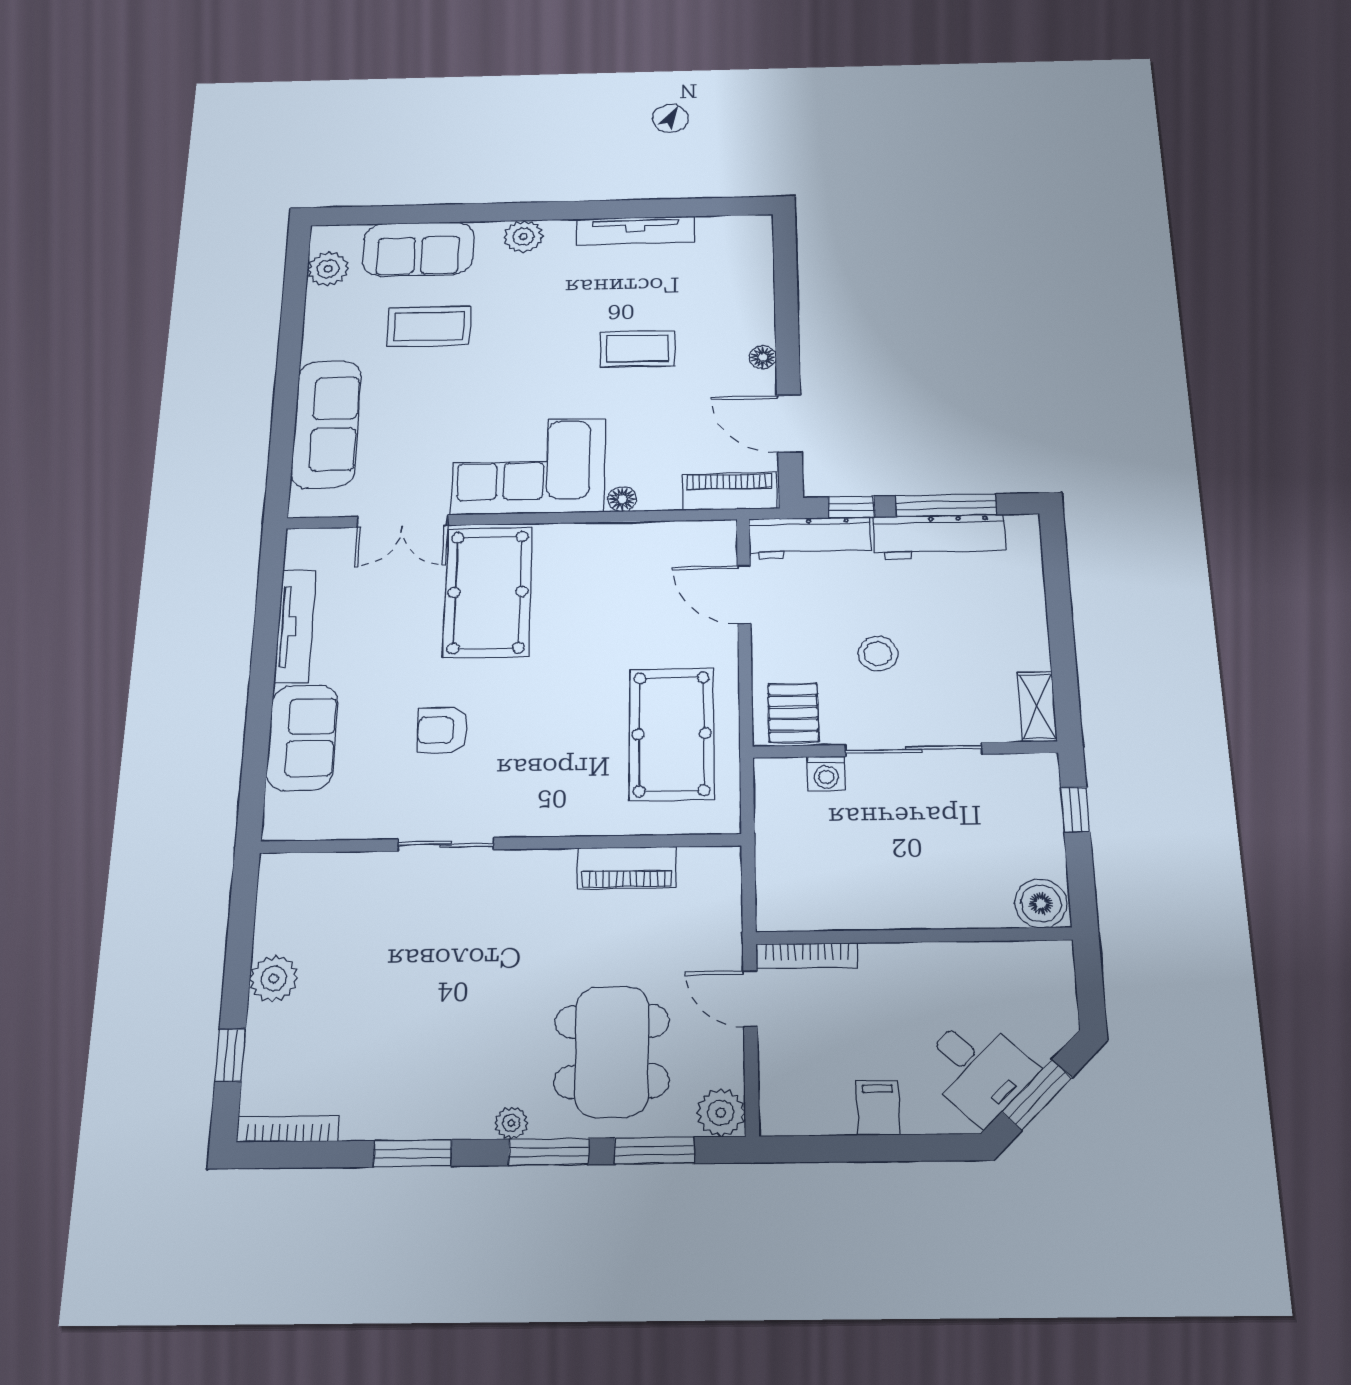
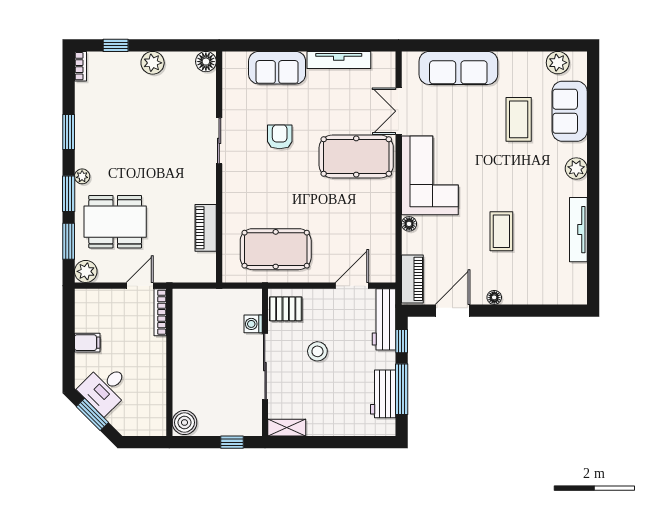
workbench: (939, 537) -> (383, 394), width x0.73
floor lamp: (279, 872) -> (206, 62), added
bookcase: (288, 1129) -> (81, 66), width x0.64

